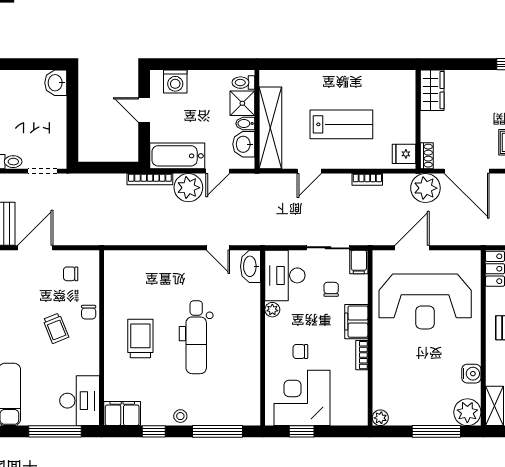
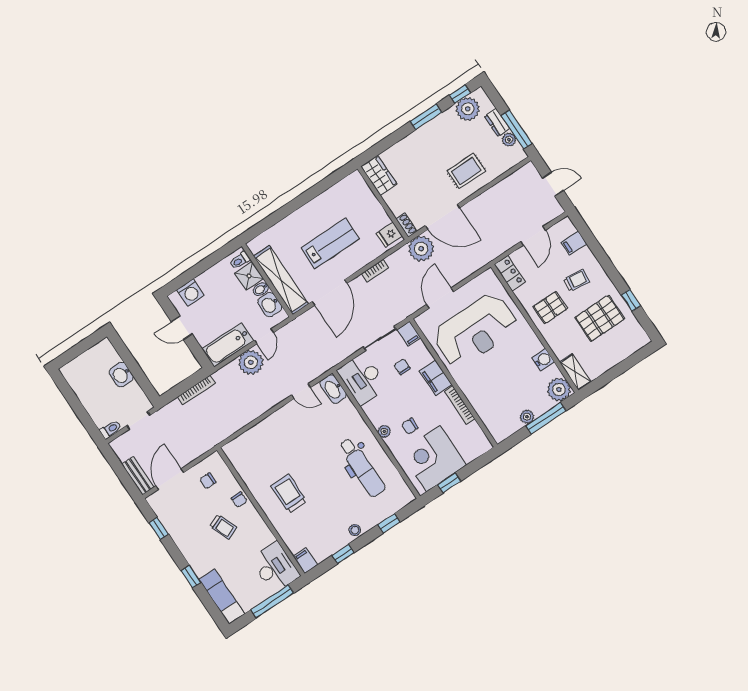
washbasin: (56, 83) -> (121, 375), moved
door: (309, 171) -> (330, 292), width x1.87
bookcase: (150, 179) -> (196, 390), moved
plant: (272, 310) -> (384, 431), moved
dental chair: (196, 337) -> (362, 467), moved
bookcase: (362, 355) -> (460, 405), width x1.56
filing cabinet: (122, 414) -> (305, 561), width x0.50
plant: (380, 418) -> (527, 417), moved
window: (218, 431) -> (389, 523), width x0.46

